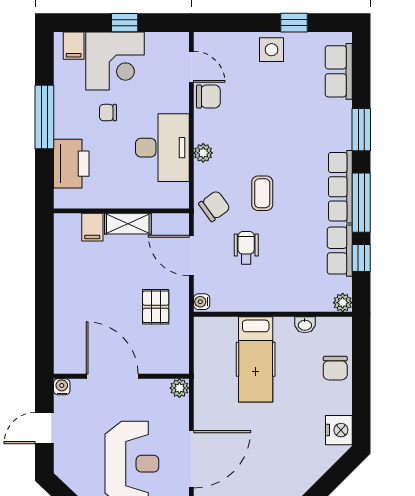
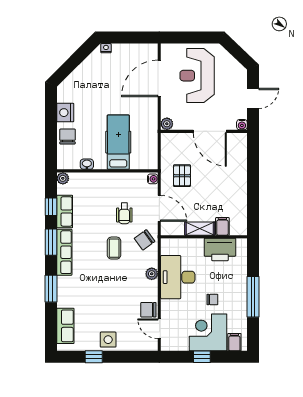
printer: (71, 164) -> (220, 249), moved, turned -90
window: (361, 203) -> (51, 242), width x0.69
nightstand: (339, 430) -> (65, 113), moved

